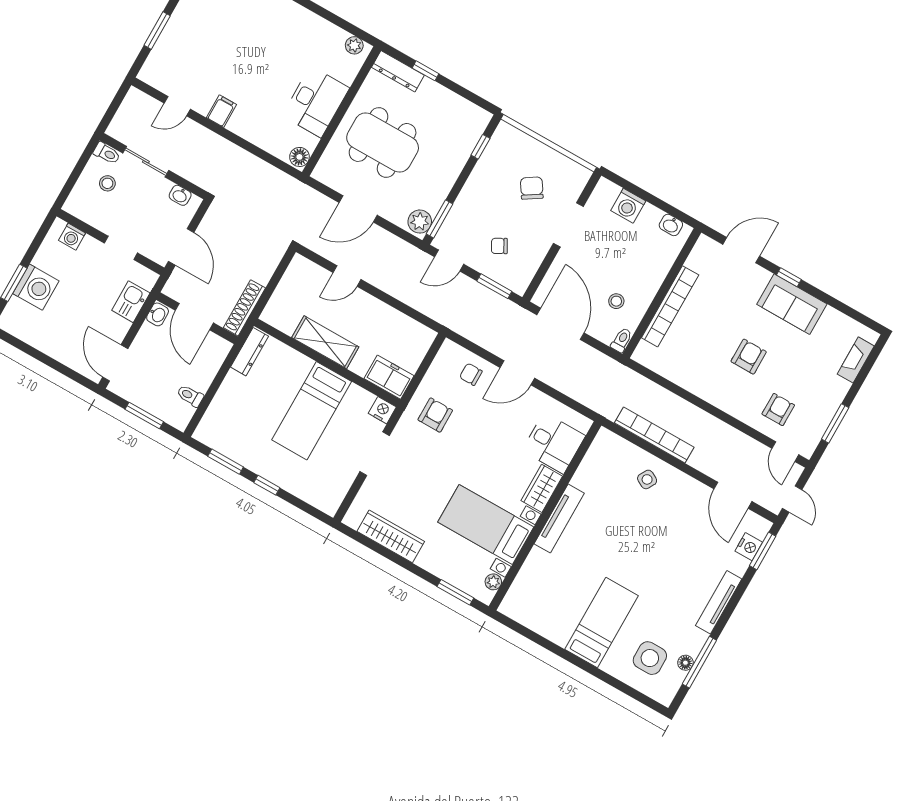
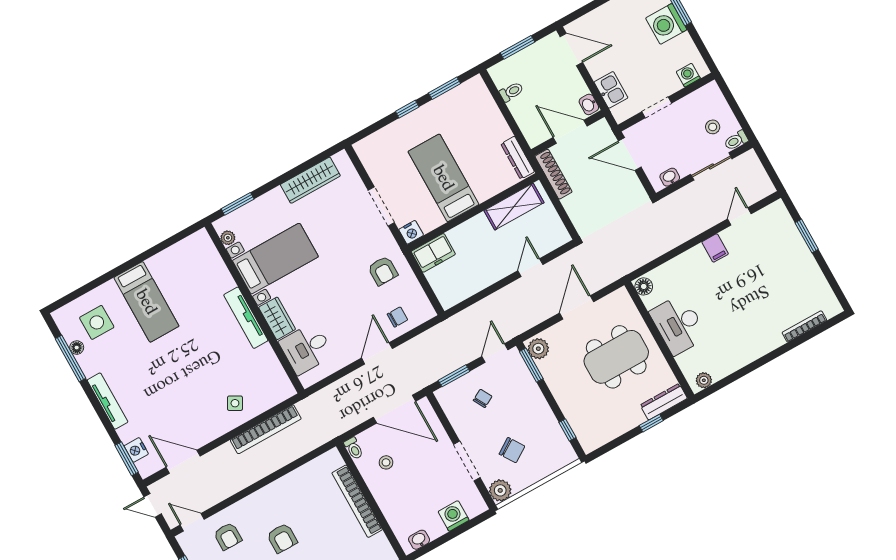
plant: (577, 176) -> (500, 490), added
shelving: (325, 342) -> (514, 207), moved

